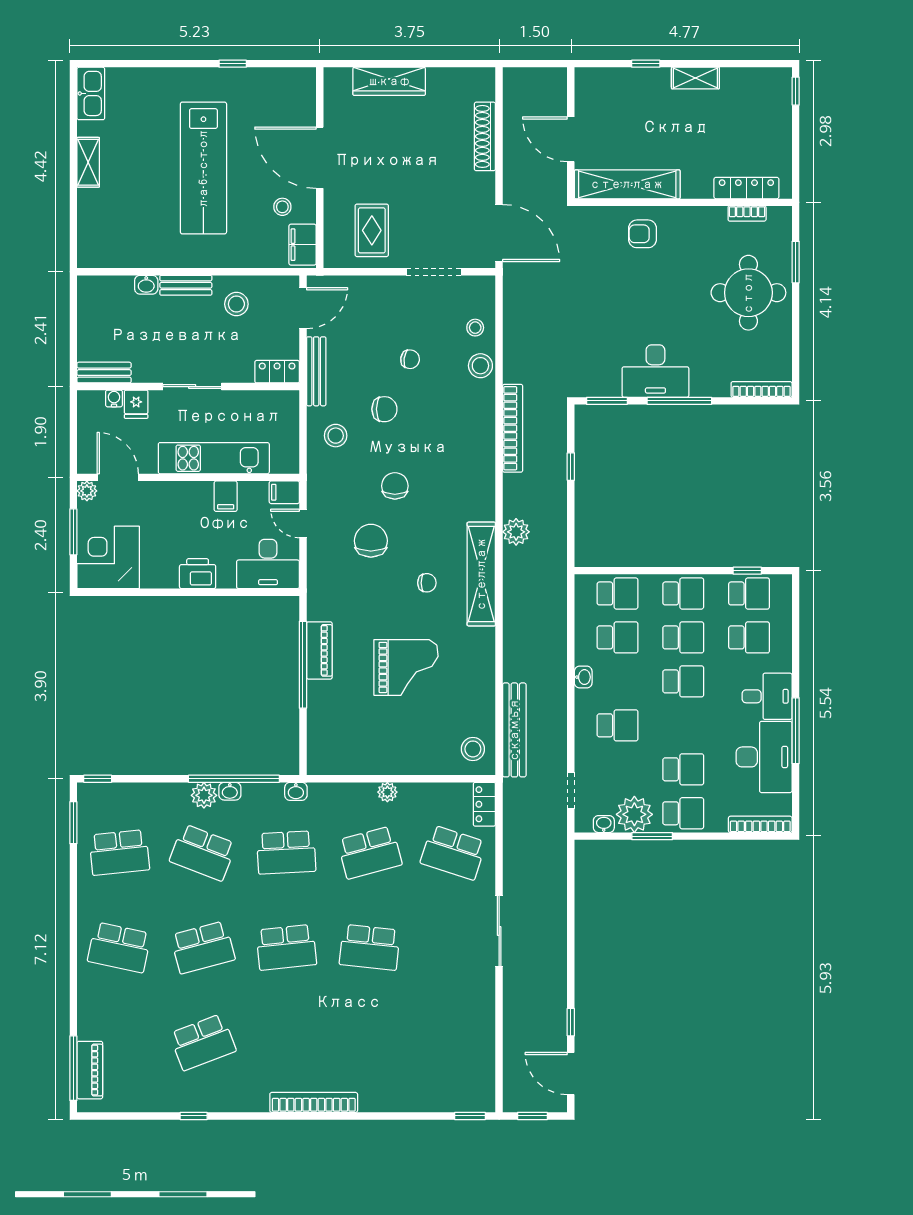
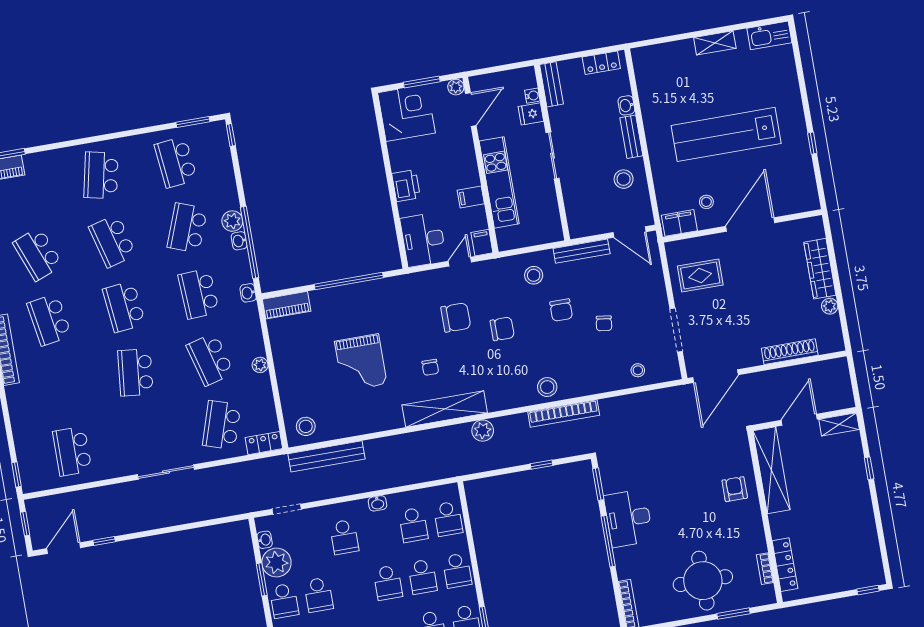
plant: (437, 77) -> (830, 306), added
shelving: (695, 78) -> (839, 424), moved, turned 90
stool: (480, 366) -> (547, 387), moved
locker: (277, 372) -> (601, 63), moved, turned 90
piano: (319, 650) -> (287, 305), moved
school desk: (286, 1042) -> (49, 320), added
school desk: (453, 1042) -> (72, 451), added

